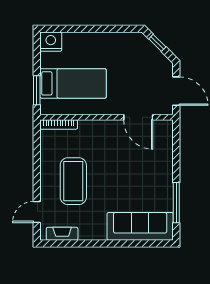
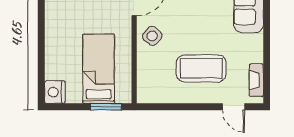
bookcase: (59, 124) -> (142, 84), removed
side table: (104, 134) -> (152, 36), added

